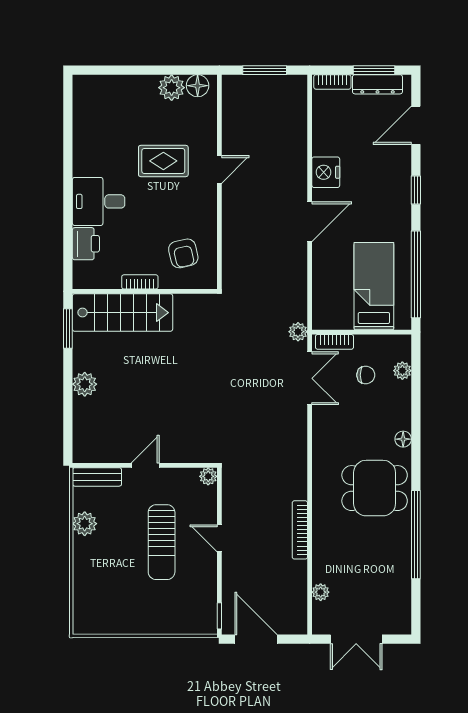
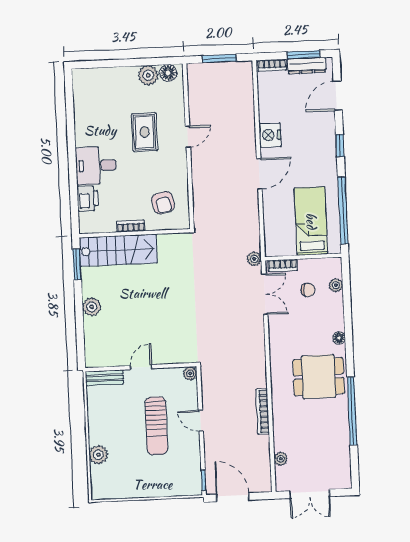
rug: (163, 161) -> (144, 132), turned 90
plant: (85, 524) -> (98, 455), moved

